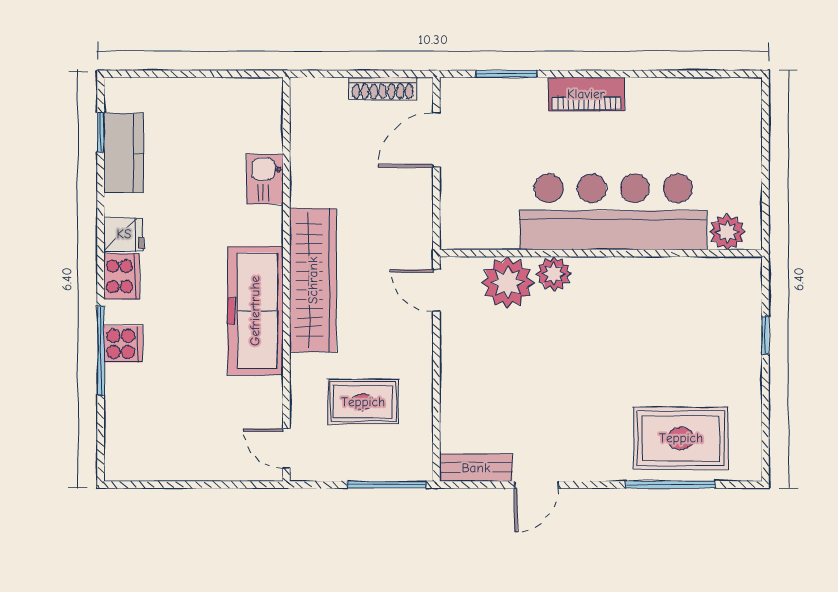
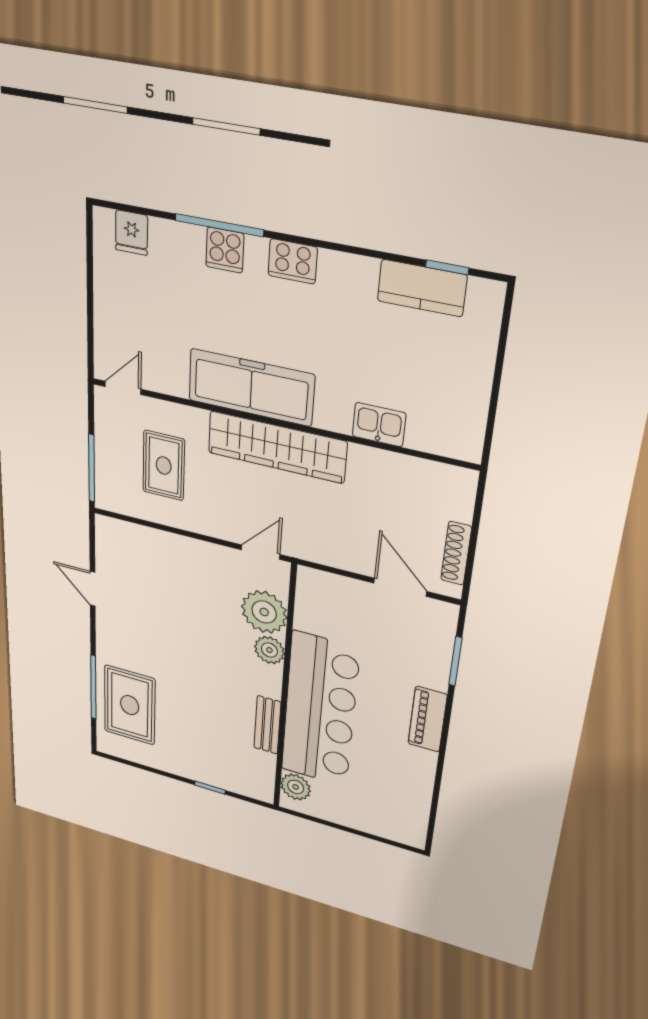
fridge: (124, 234) -> (131, 233), moved
bench: (476, 468) -> (267, 725), moved

